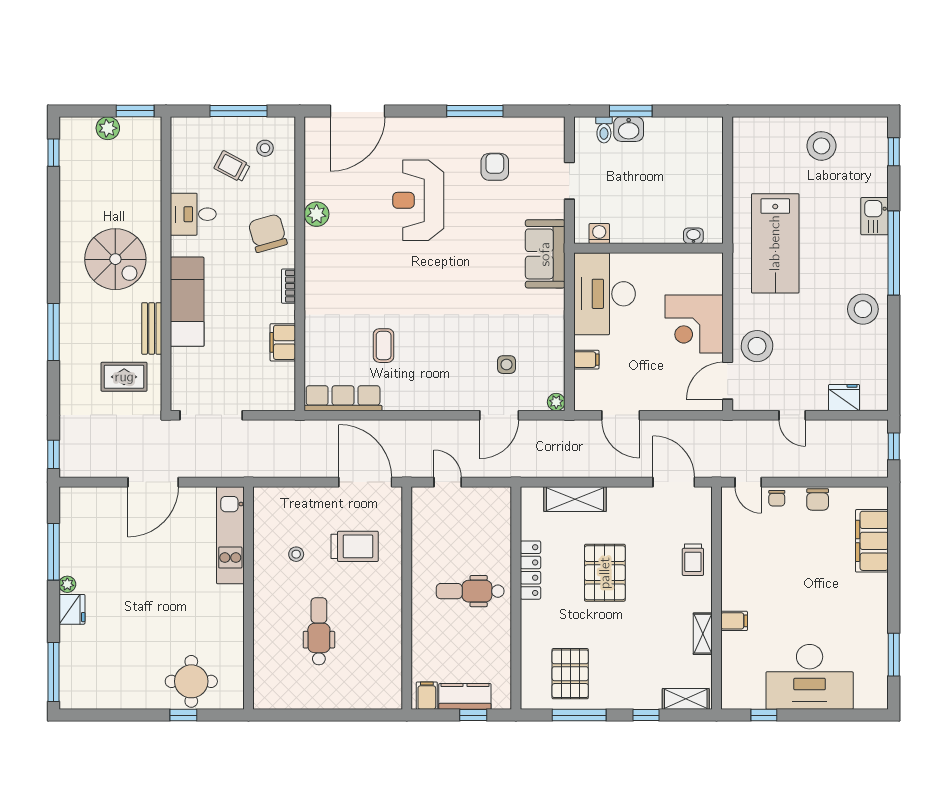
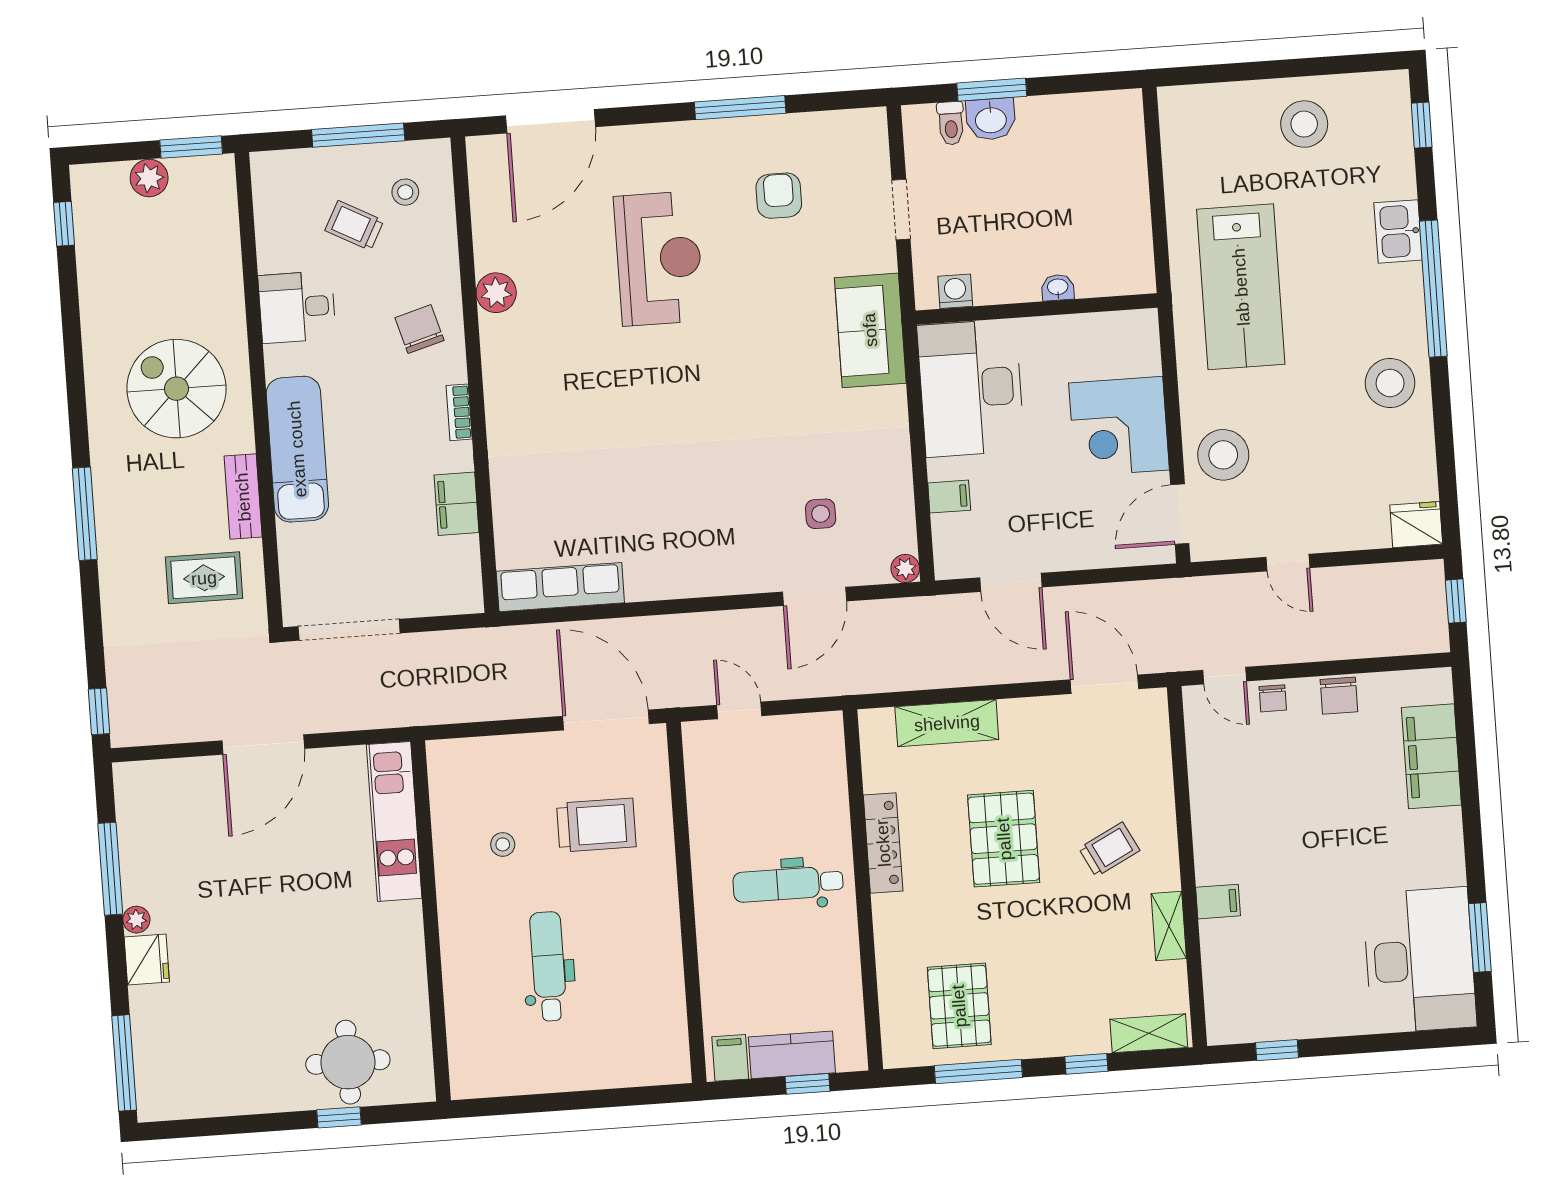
reception desk: (418, 200) -> (659, 259), turned 180
chair: (268, 233) -> (419, 329), width x0.73, depth x0.73
washbasin: (693, 236) -> (1058, 287), moved
spiral stairs: (115, 259) -> (176, 389), turned 180
coffee table: (384, 346) -> (620, 497), removed
fridge: (844, 398) -> (1416, 525), moved
trolley: (693, 560) -> (1109, 849), moved, turned -117
desk: (810, 677) -> (1420, 960), moved, turned -90

